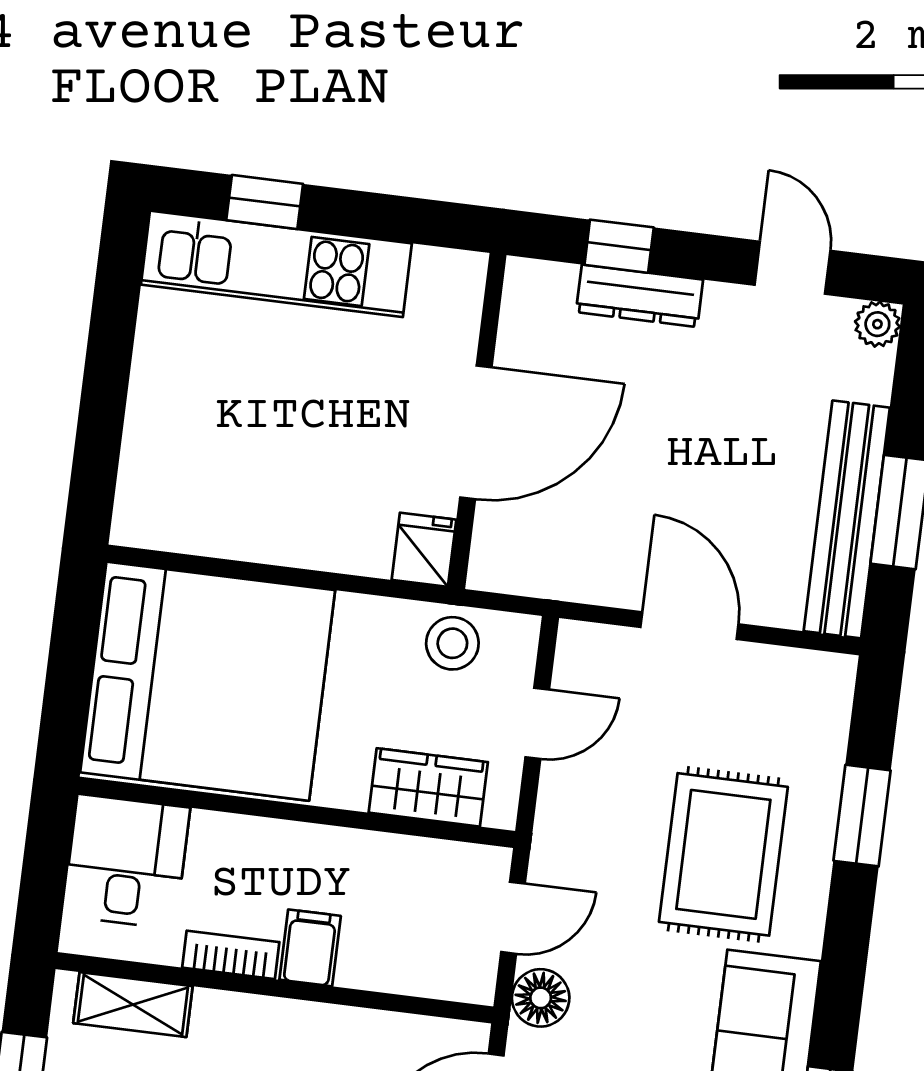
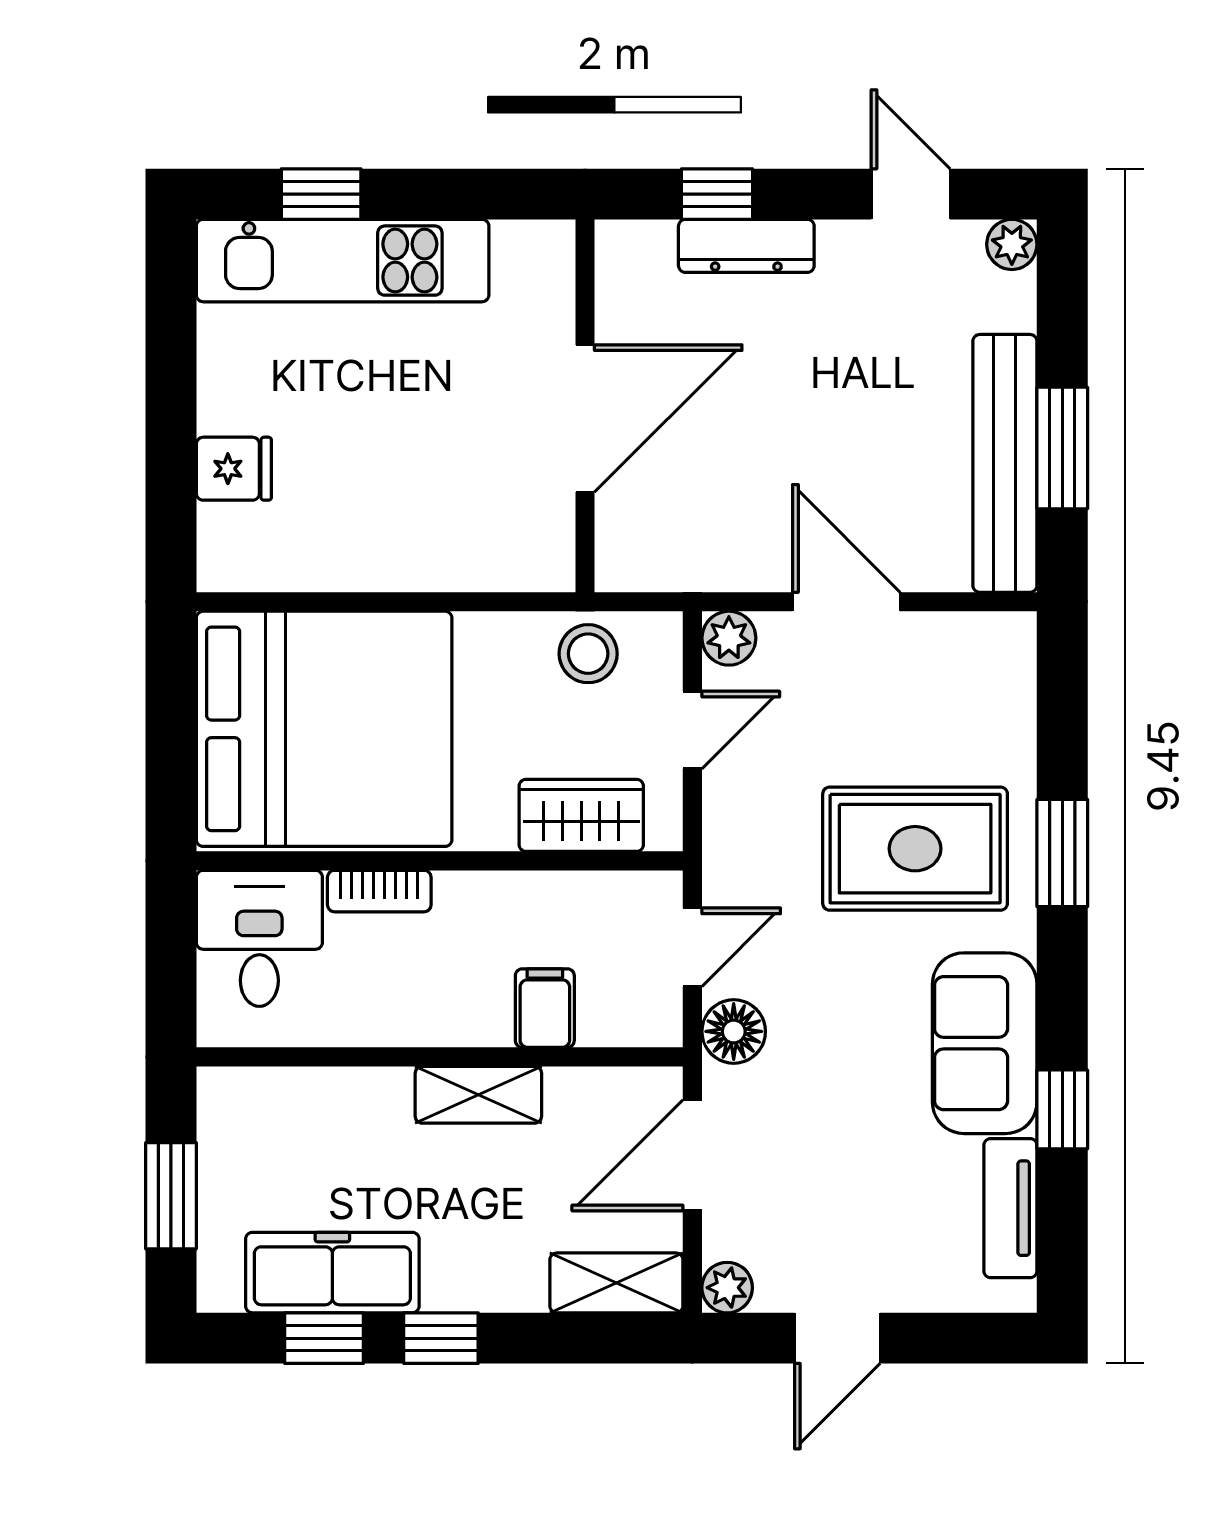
fridge: (424, 550) -> (234, 469), moved, turned 90
plant: (580, 645) -> (729, 638), added
window: (862, 816) -> (1062, 853), moved
rug: (723, 854) -> (915, 849), turned 90
filing cabinet: (310, 948) -> (545, 1008), moved
bookcase: (231, 955) -> (379, 891), moved, turned 180
shelving: (133, 1005) -> (478, 1095), moved

